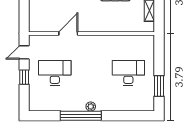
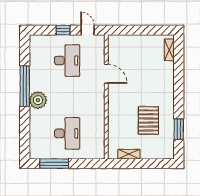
window: (159, 86) -> (54, 164), width x1.44
plant: (91, 107) -> (38, 100), width x1.87, depth x1.87

